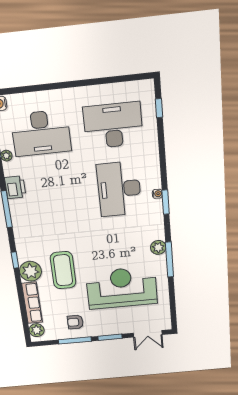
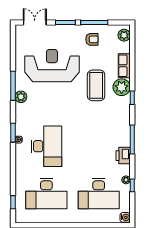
desk: (41, 133) -> (99, 194), turned 180
reception desk: (122, 288) -> (52, 66), turned 180
row of seats: (32, 303) -> (124, 66), width x0.68

